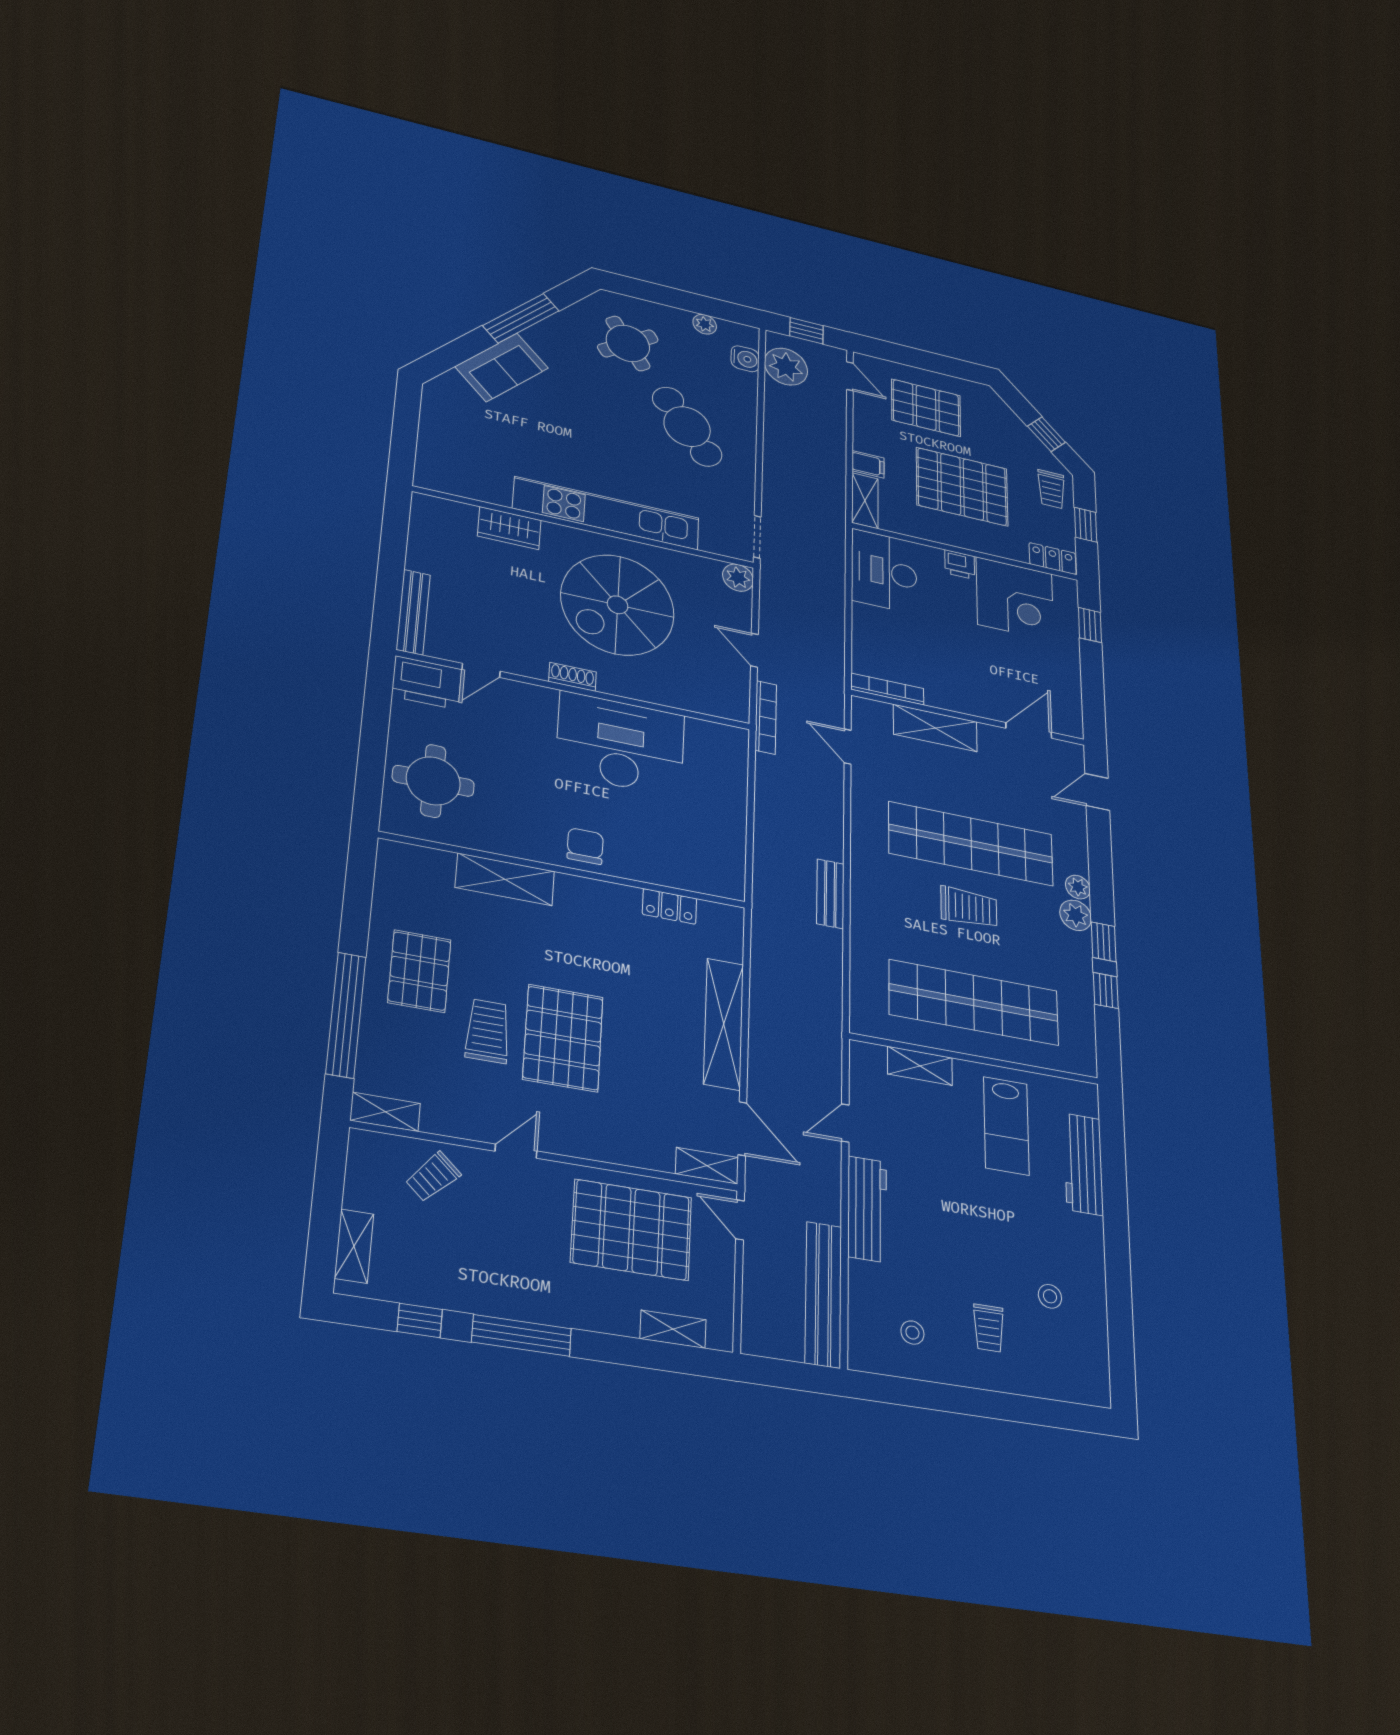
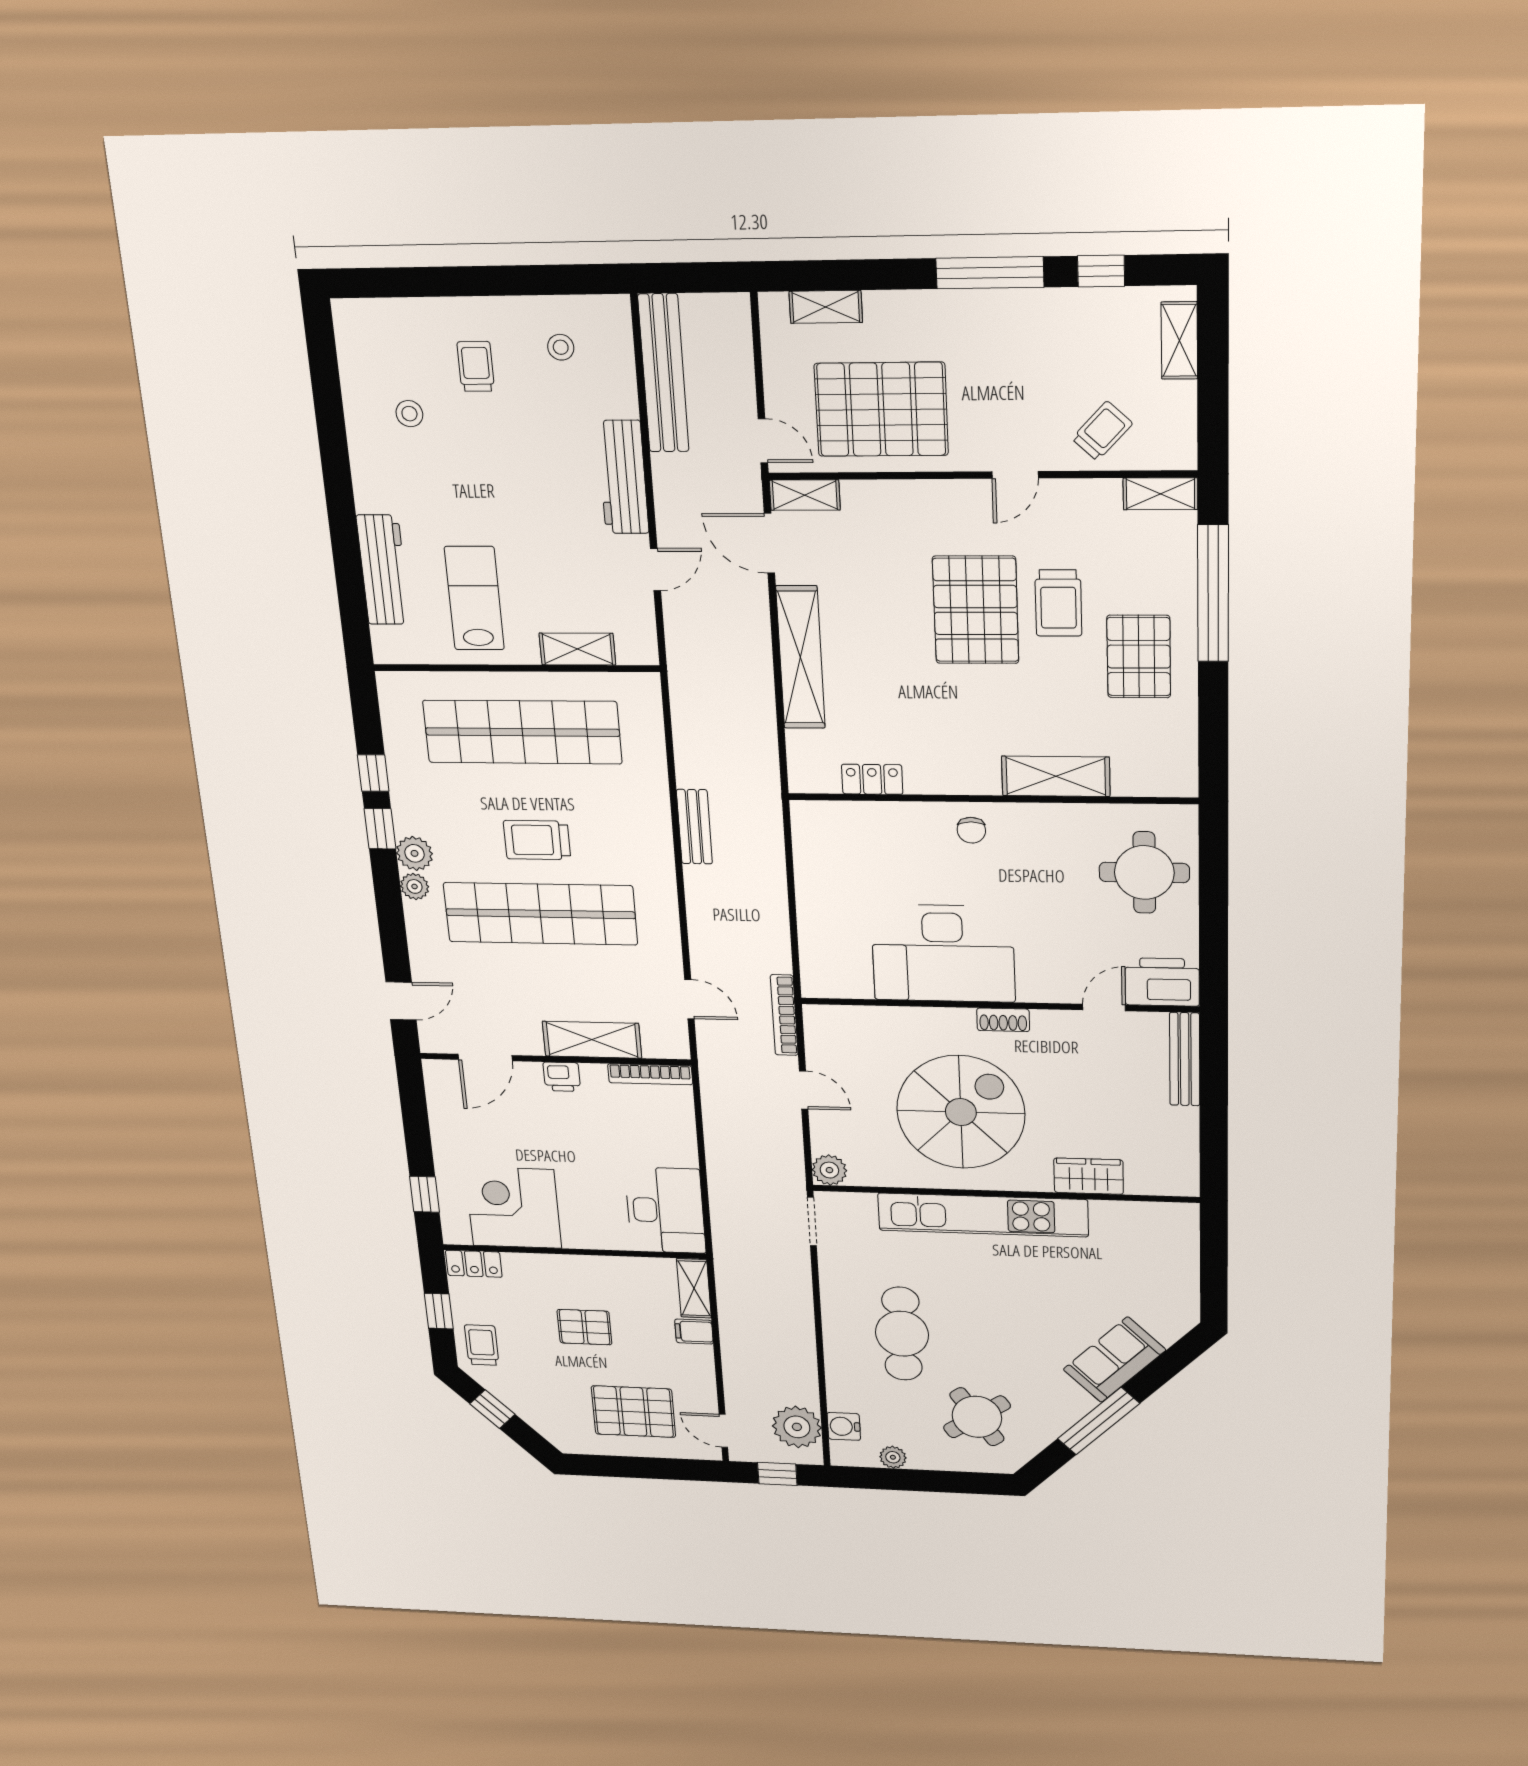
cafe table: (687, 427) -> (902, 1334), turned 37
pallet: (962, 487) -> (585, 1327), width x0.49, depth x0.50
printer: (960, 564) -> (562, 1077), moved, turned 180
chair: (585, 846) -> (971, 830), width x0.73, depth x0.73

